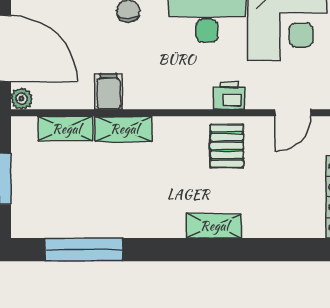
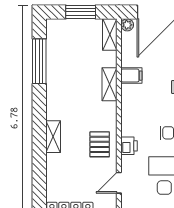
door: (293, 113) -> (119, 183), hinge flipped
shelving: (66, 129) -> (110, 35), moved
pallet: (227, 146) -> (100, 144), turned 90

